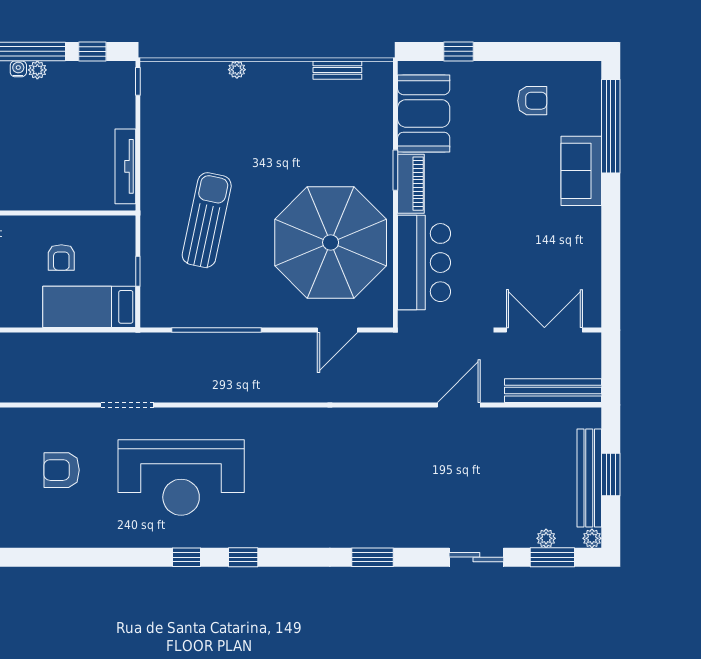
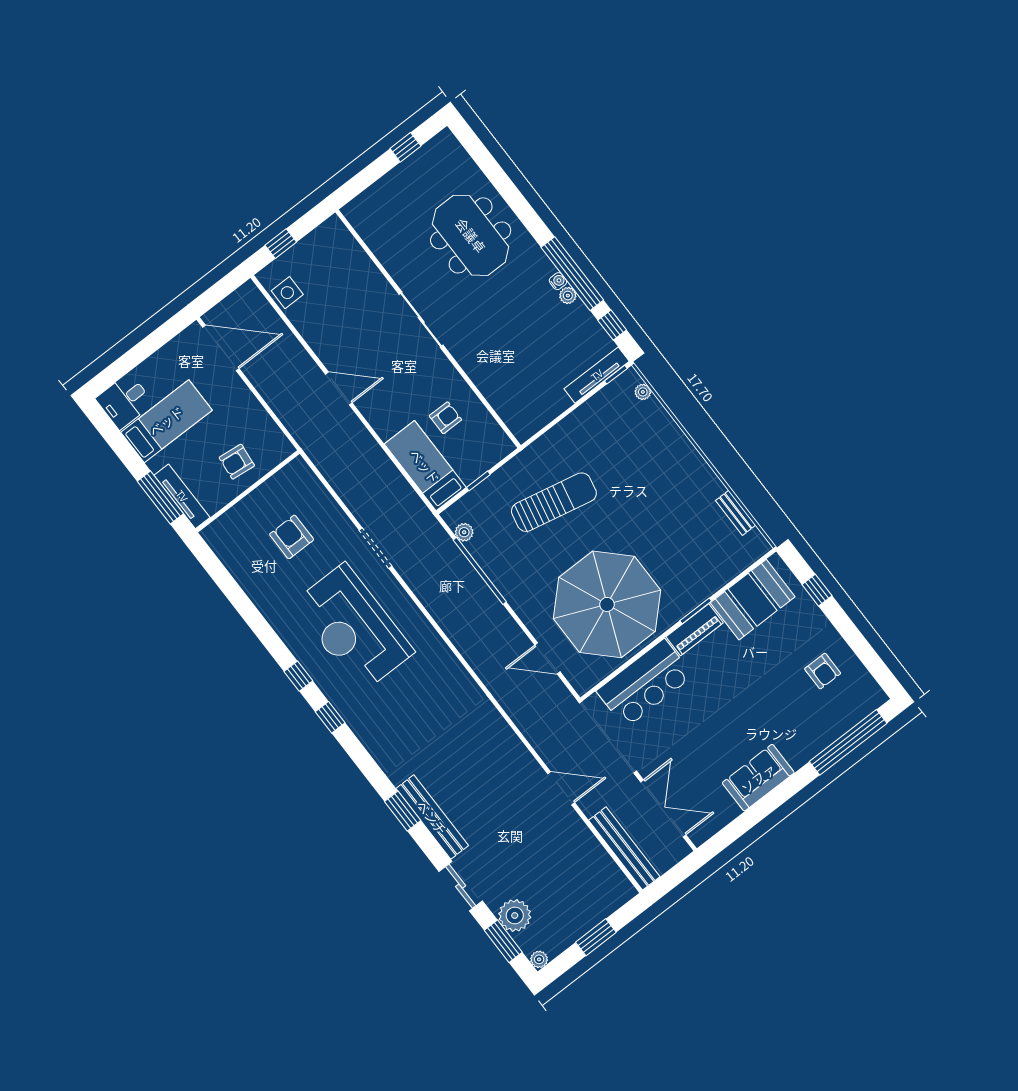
plant: (237, 70) -> (643, 392), moved
tv unit: (125, 166) -> (597, 375), moved
sofa: (581, 171) -> (758, 778), moved
armchair: (61, 257) -> (445, 418), turned 180
plant: (173, 318) -> (464, 532), added
bench: (589, 478) -> (432, 817), moved, turned 90
plant: (546, 538) -> (515, 915), width x1.88, depth x1.88

